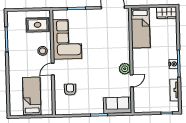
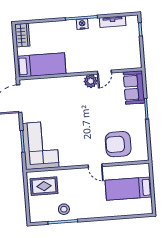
rug: (38, 25) -> (44, 186), turned 90
corner sofa: (67, 39) -> (41, 145), moved, turned 90
stool: (43, 51) -> (64, 209), moved
door: (132, 81) -> (104, 72), swing flipped
armchair: (70, 90) -> (118, 144), width x1.88, depth x1.88

